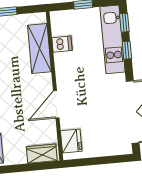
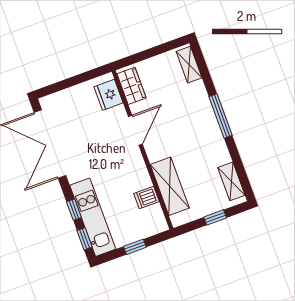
wardrobe: (42, 154) -> (131, 86), moved, turned -90

